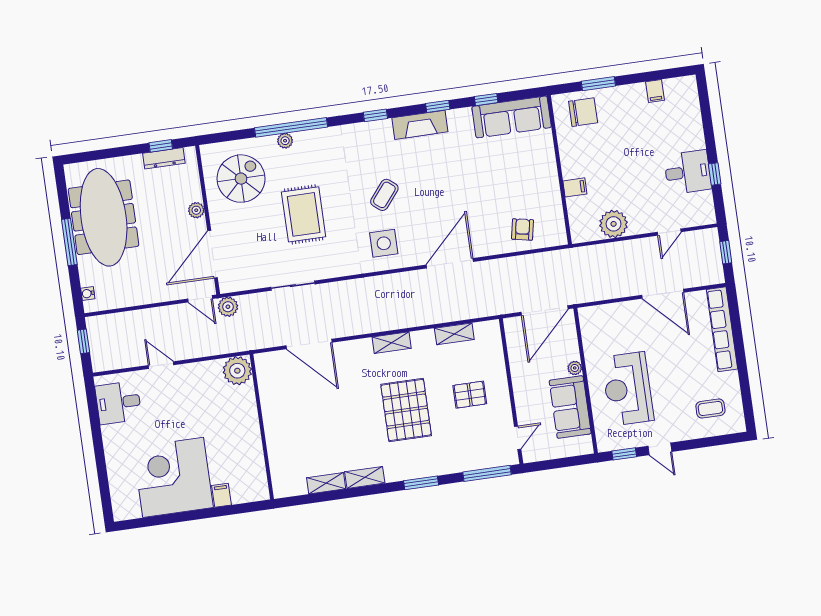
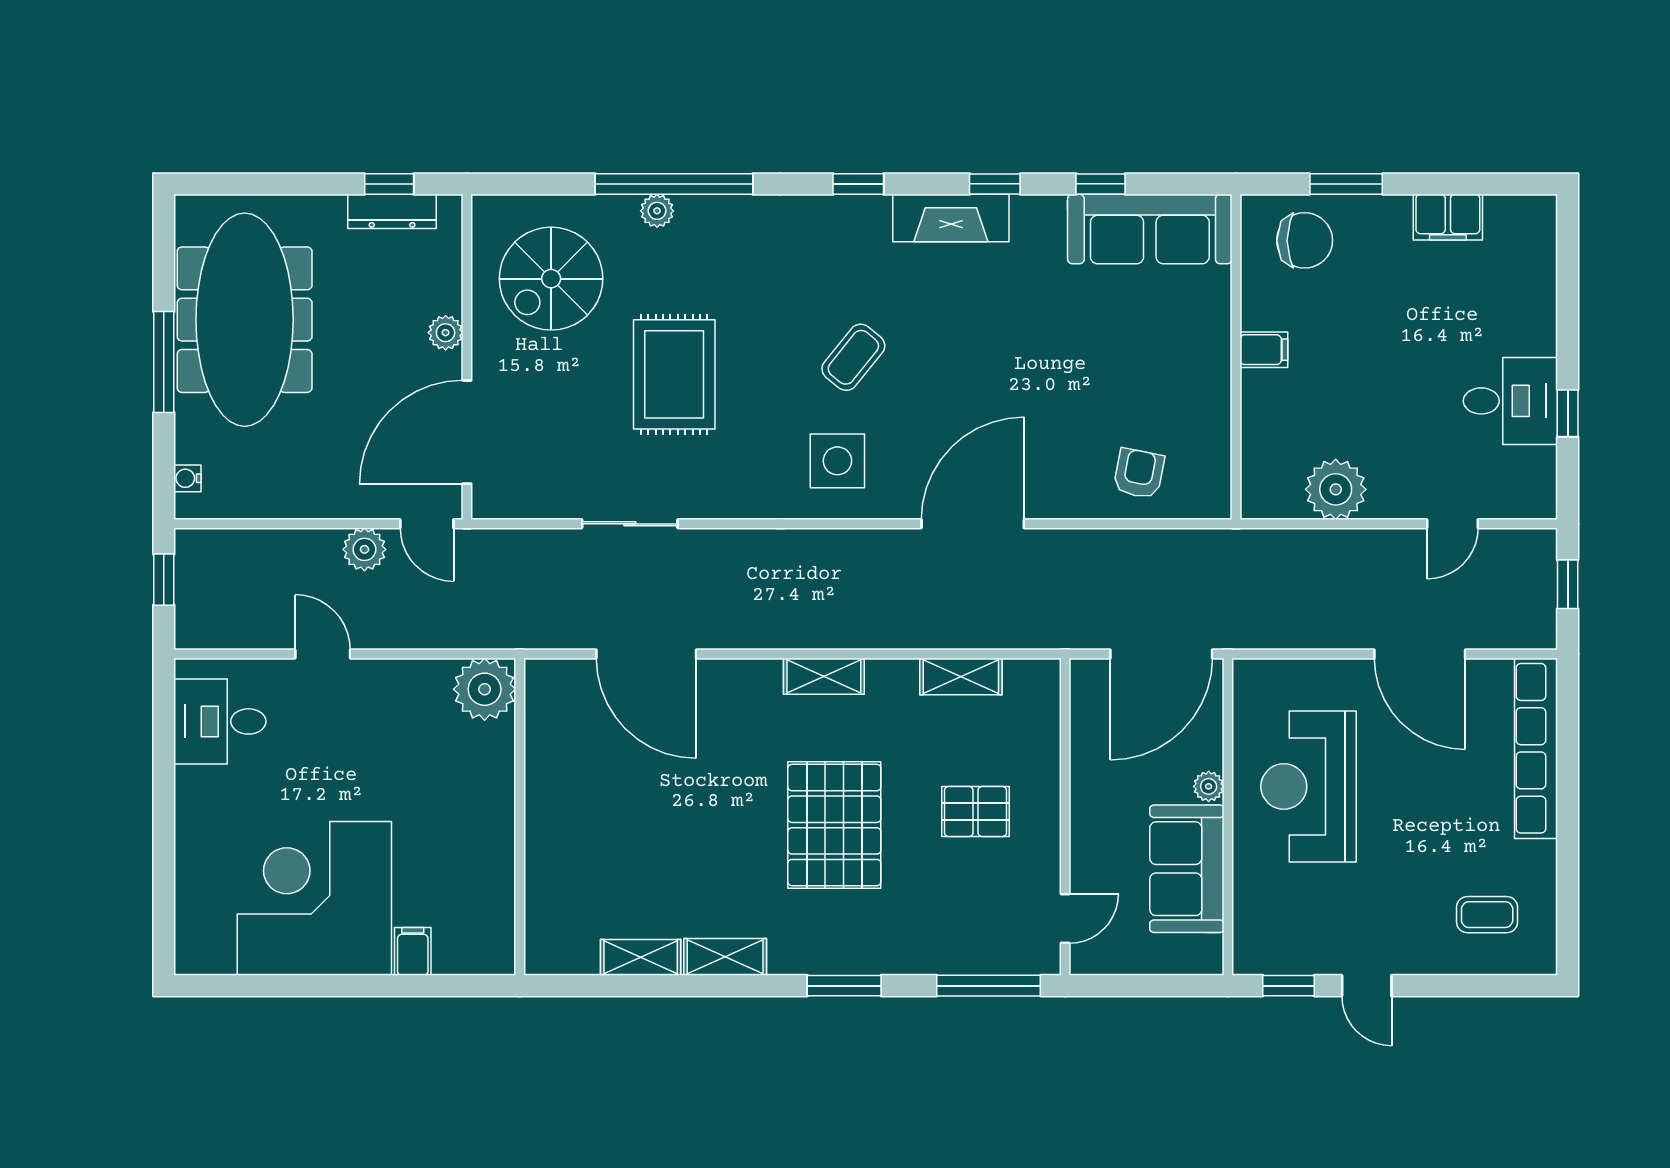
filing cabinet: (655, 91) -> (1448, 217), width x2.00
spiral stairs: (241, 179) -> (551, 279), turned 180
filing cabinet: (575, 187) -> (1264, 350), moved
plant: (228, 307) -> (364, 549), moved
reception desk: (628, 389) -> (1309, 786), moved

